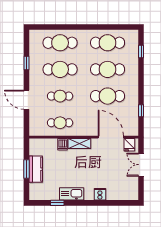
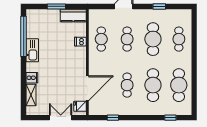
cafe table: (60, 43) -> (179, 39), width x0.73, depth x0.74
cafe table: (108, 96) -> (127, 85), width x0.73, depth x0.74
shelving: (79, 143) -> (31, 95), moved
kitchen counter: (36, 169) -> (73, 16), moved
window: (57, 203) -> (24, 36), width x3.17

